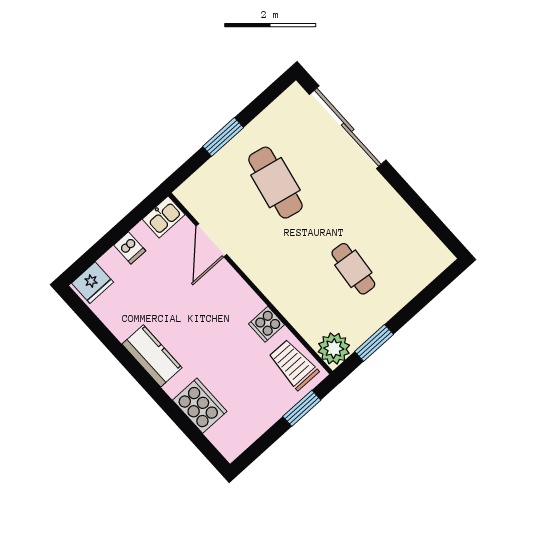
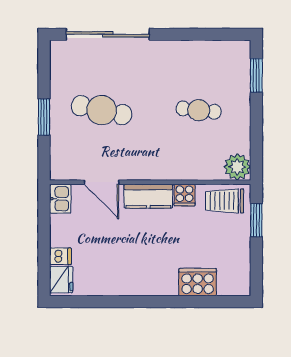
dishwasher: (130, 248) -> (60, 256), moved
window: (374, 343) -> (256, 75), moved
kitchen counter: (152, 356) -> (148, 196), moved, turned 180

